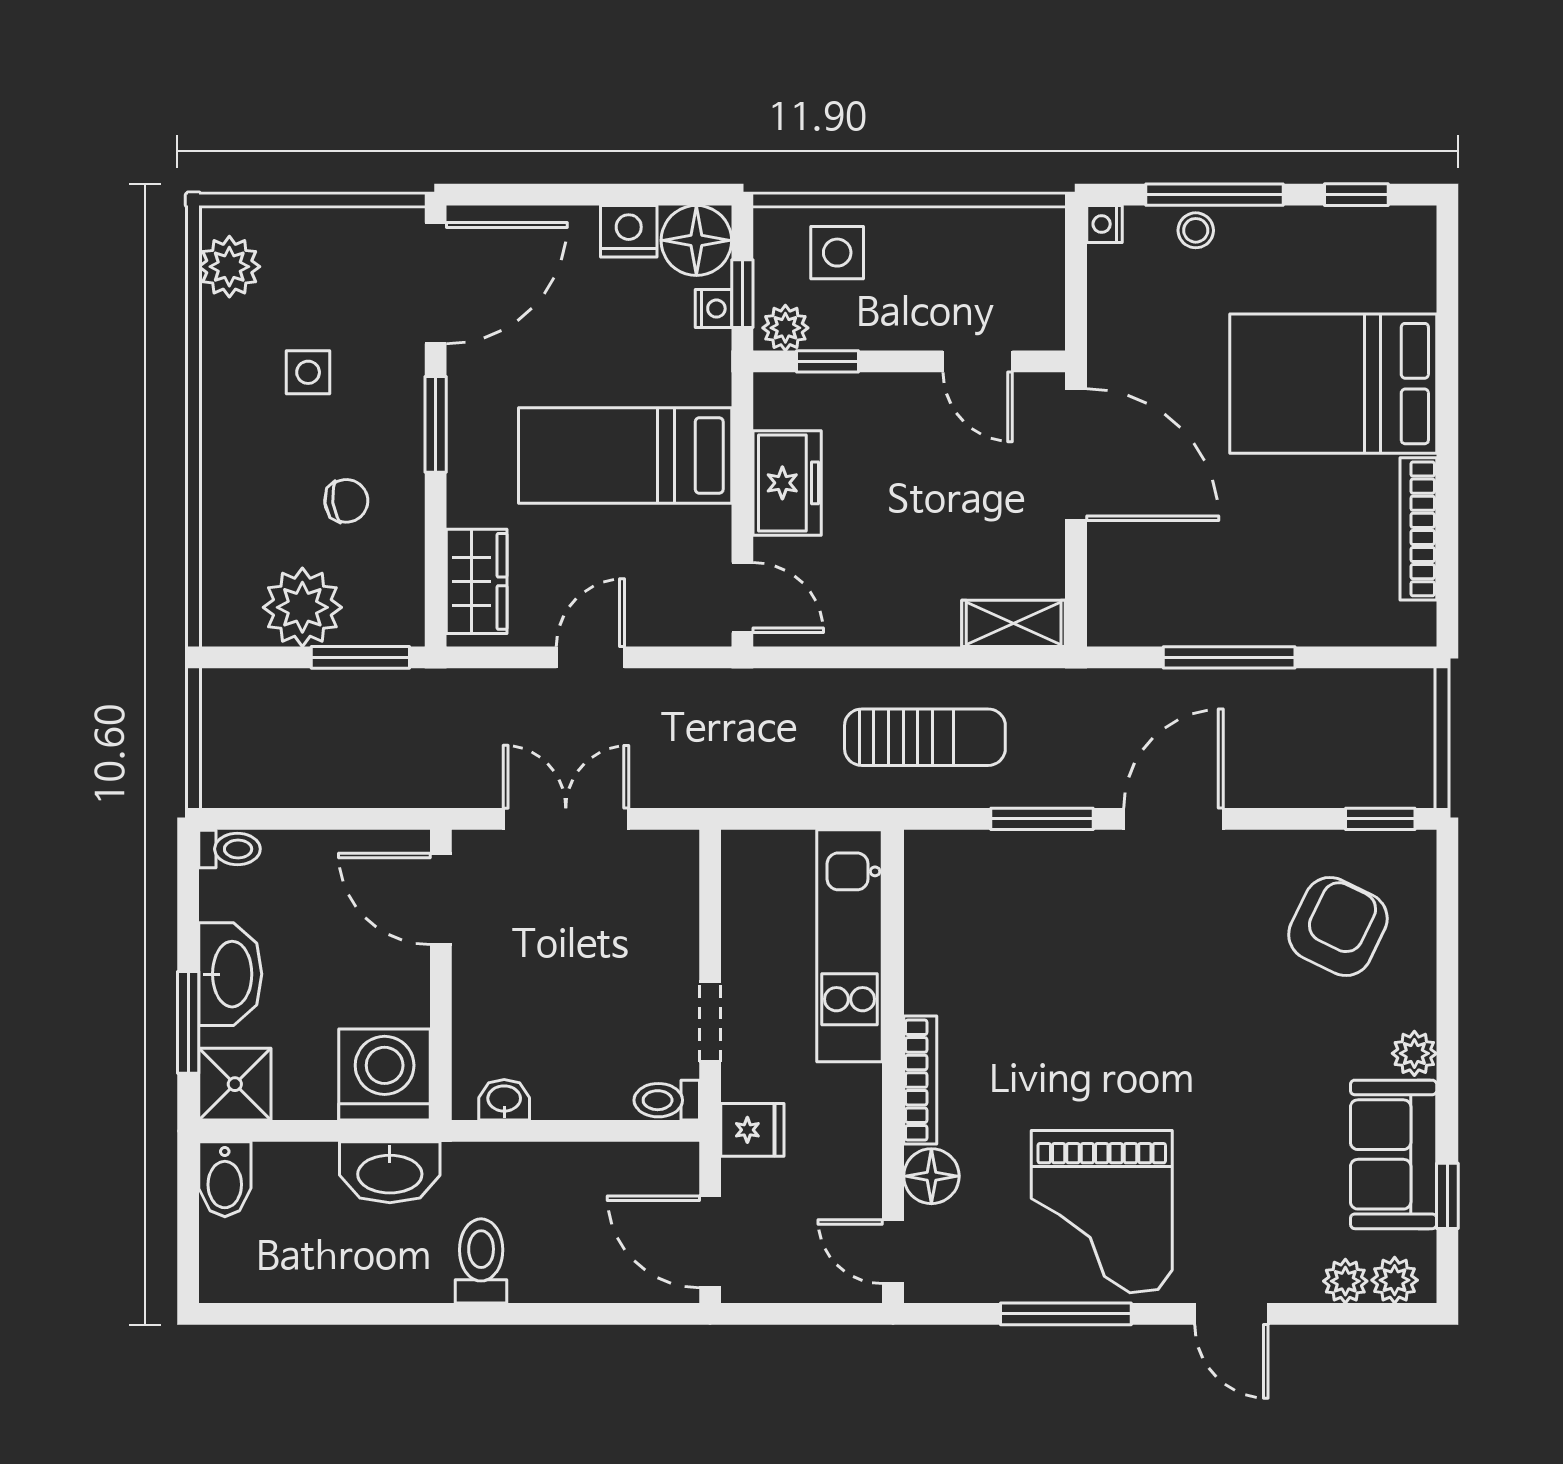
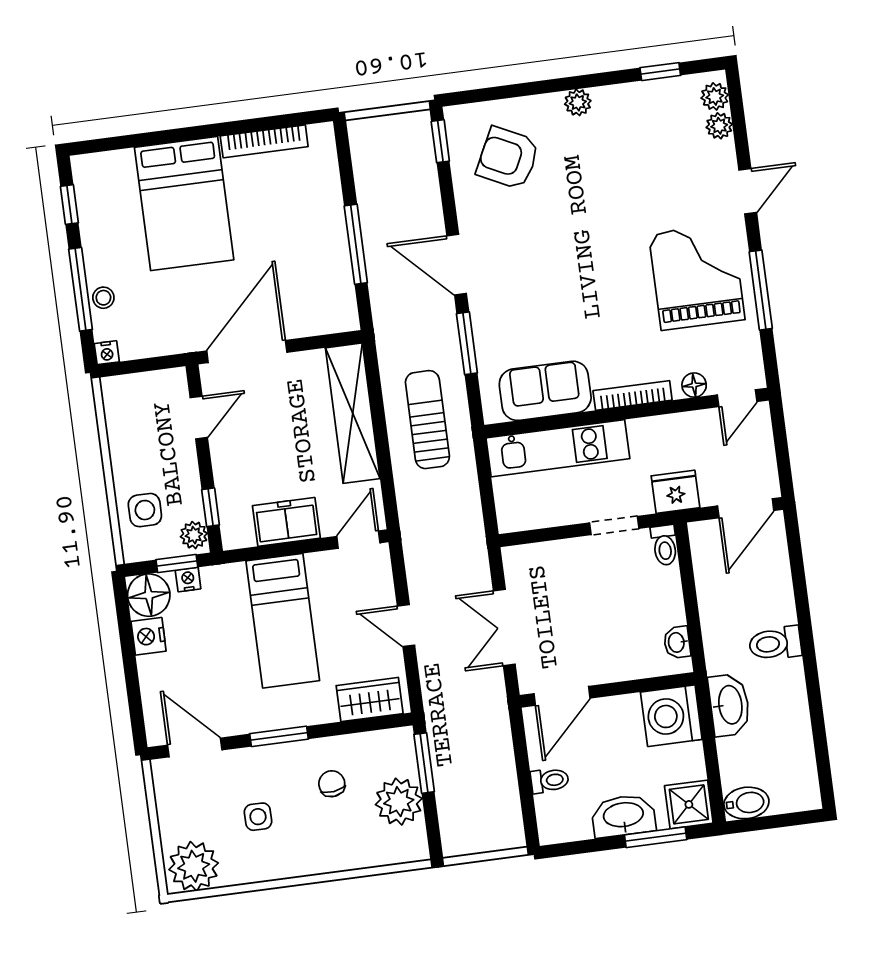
plant: (229, 267) -> (194, 866), width x1.36, depth x1.36
door: (436, 283) -> (195, 747), width x0.73
shelving: (1014, 623) -> (353, 413), width x2.20, depth x1.33
toilet: (229, 849) -> (550, 780), moved, turned 90
fridge: (752, 1130) -> (675, 492), width x1.38
sofa: (1394, 1154) -> (545, 391), moved, turned 180
floor lamp: (931, 1176) -> (694, 385), width x0.73, depth x0.73
grand piano: (1102, 1212) -> (697, 277), turned -90

